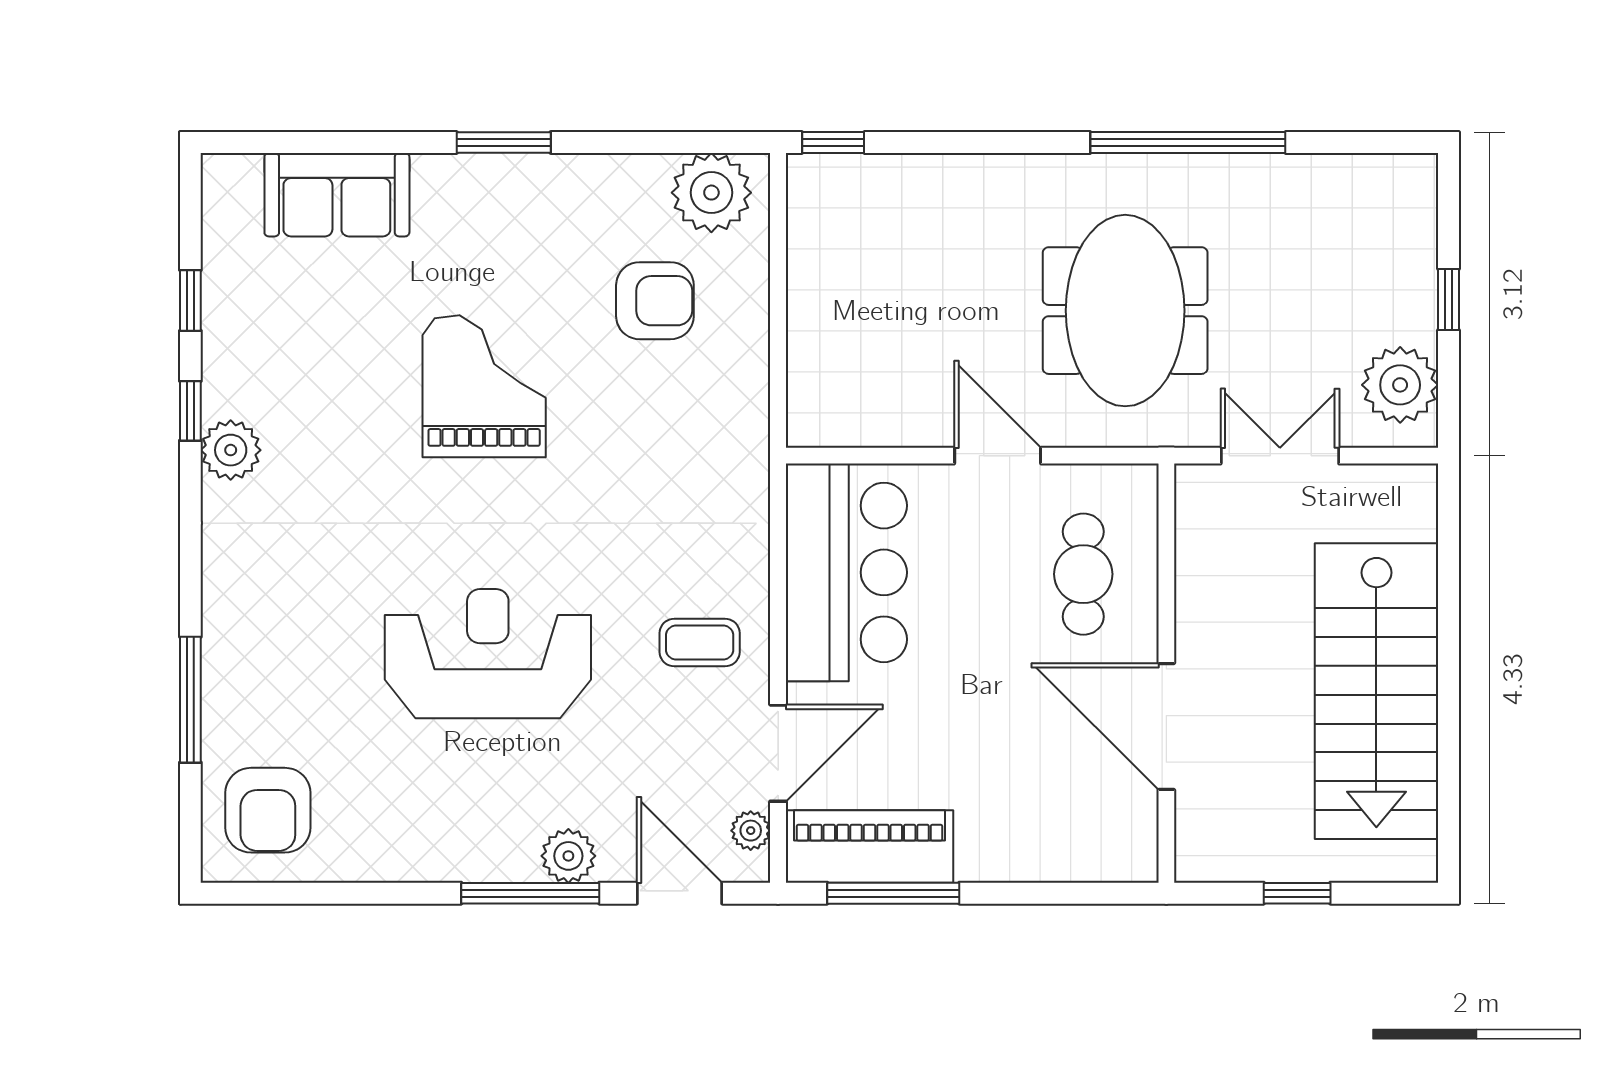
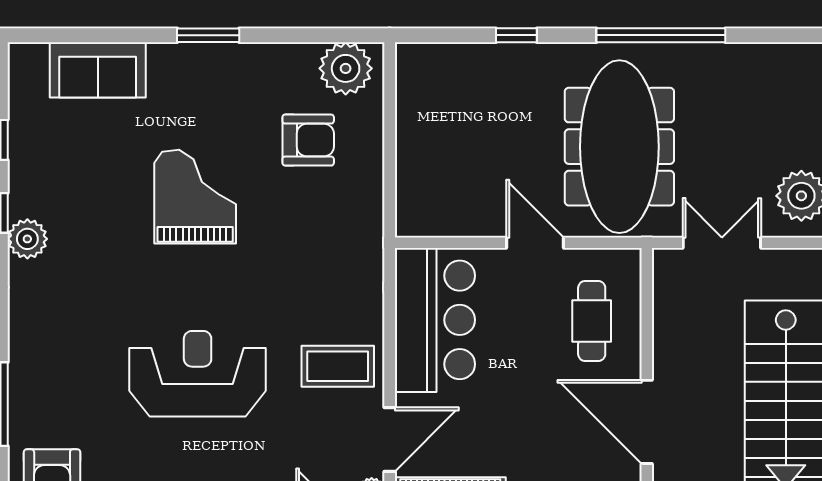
window: (833, 142) -> (516, 35), moved
meeting table: (1125, 311) -> (619, 147), width x1.36
coffee table: (700, 643) -> (338, 366), width x1.36, depth x1.30

